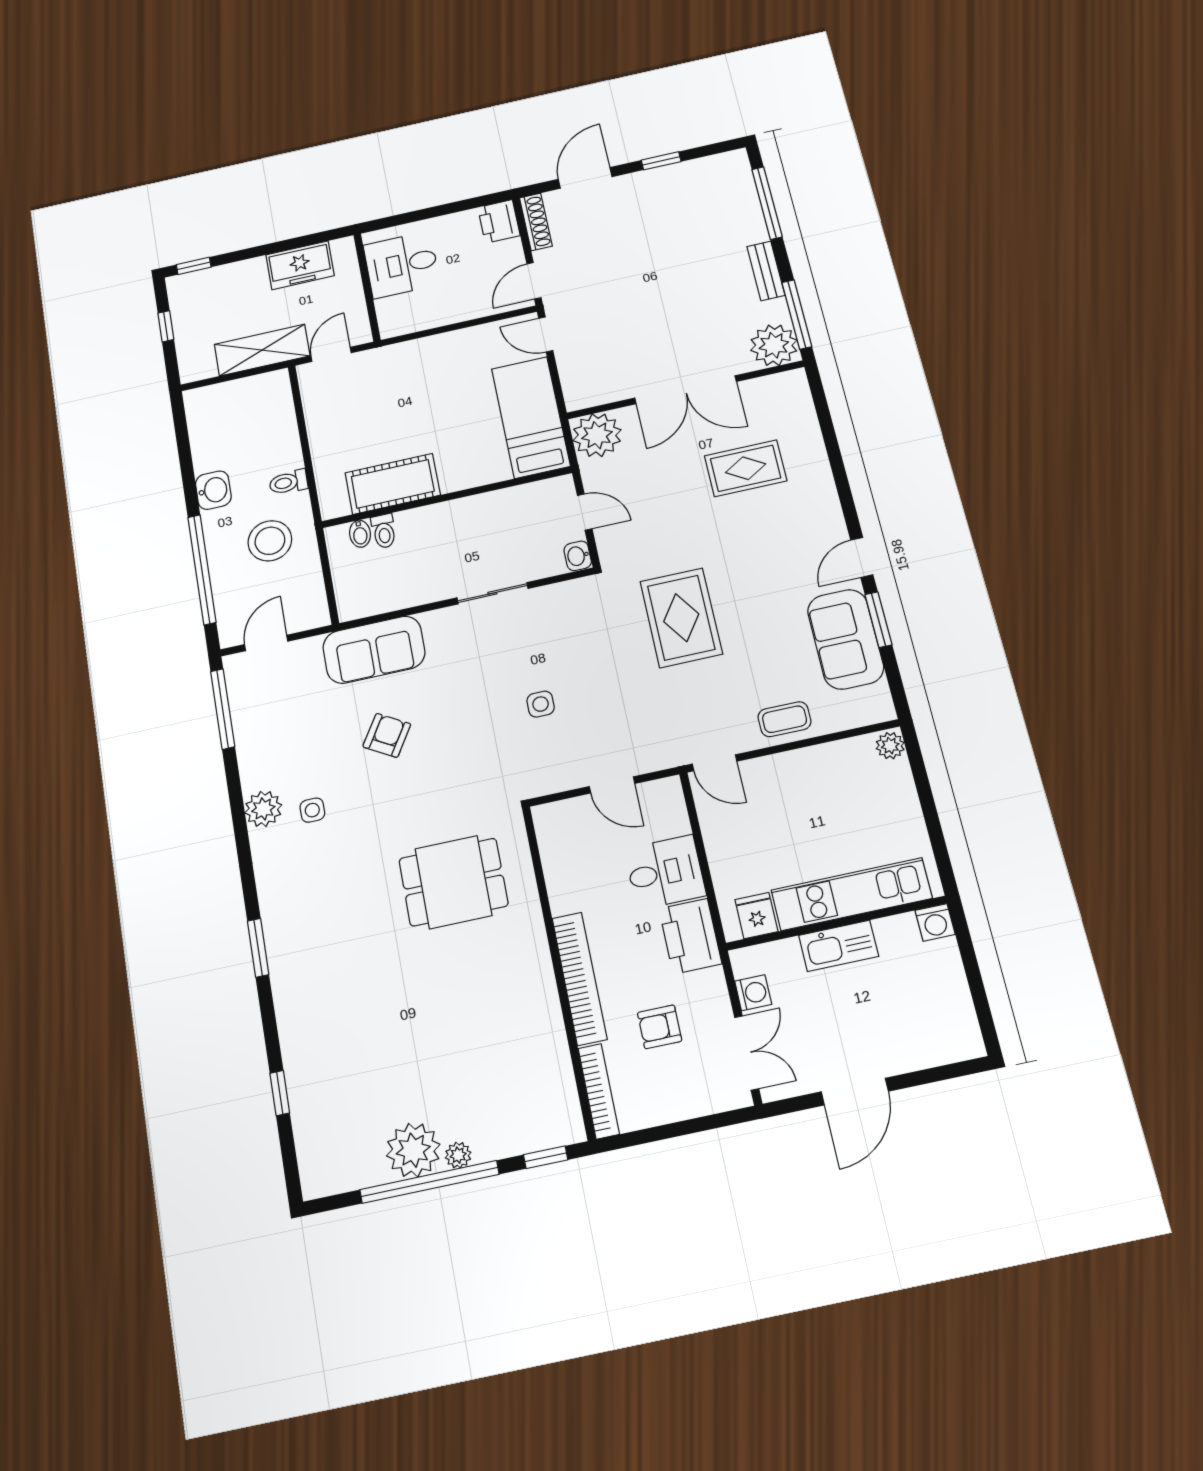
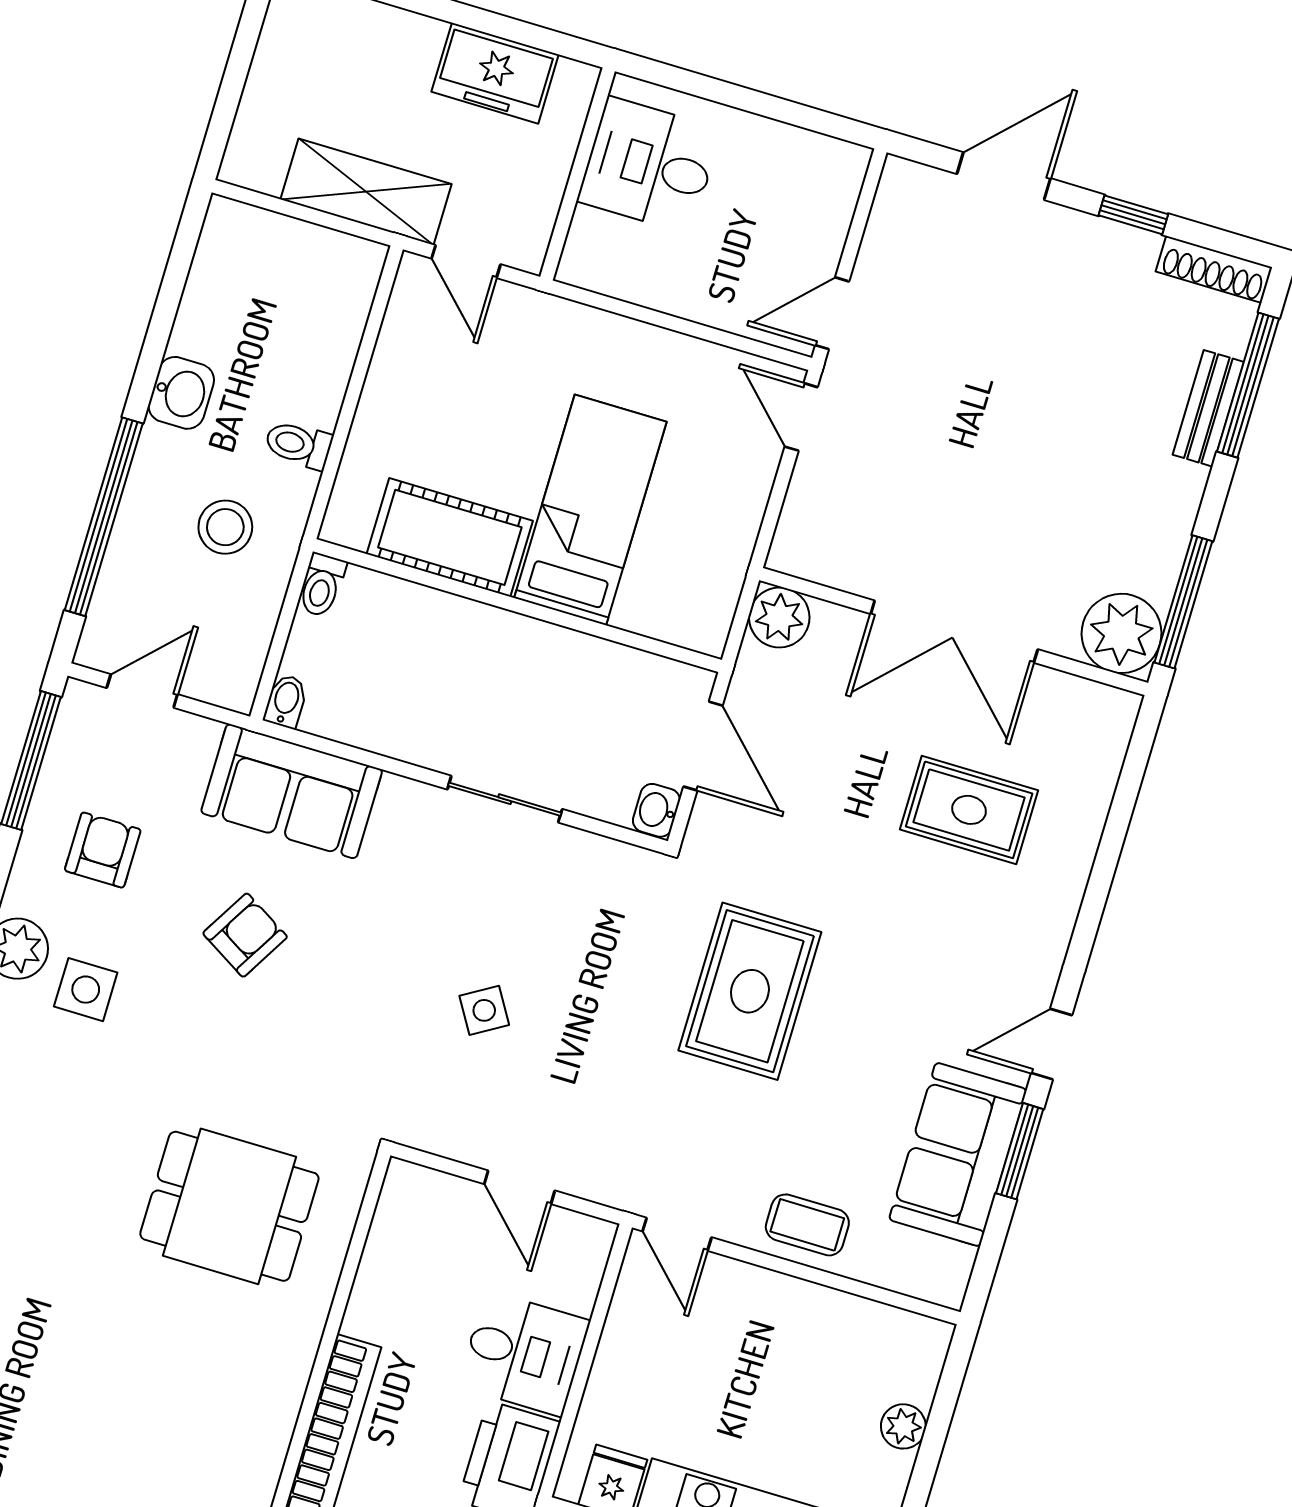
printer: (499, 221) -> (834, 176), removed
shoe rack: (536, 222) -> (1214, 269), moved, turned 90
bench: (766, 271) -> (1208, 408), moved
window: (166, 326) -> (240, 61), removed
door: (331, 354) -> (466, 261), swing flipped
bed: (531, 417) -> (590, 510), moved
plant: (597, 435) -> (779, 618), width x0.73, depth x0.73
door: (585, 512) -> (703, 746), width x1.38
toilet: (384, 531) -> (322, 585), moved
bidet: (360, 534) -> (286, 701), moved, turned 180
stool: (270, 541) -> (225, 527), width x0.73, depth x0.73
side table: (541, 704) -> (484, 1010), turned -31
armchair: (285, 733) -> (103, 850), added
plant: (890, 746) -> (903, 1426), moved
side table: (312, 810) -> (86, 990), width x1.37, depth x1.37

